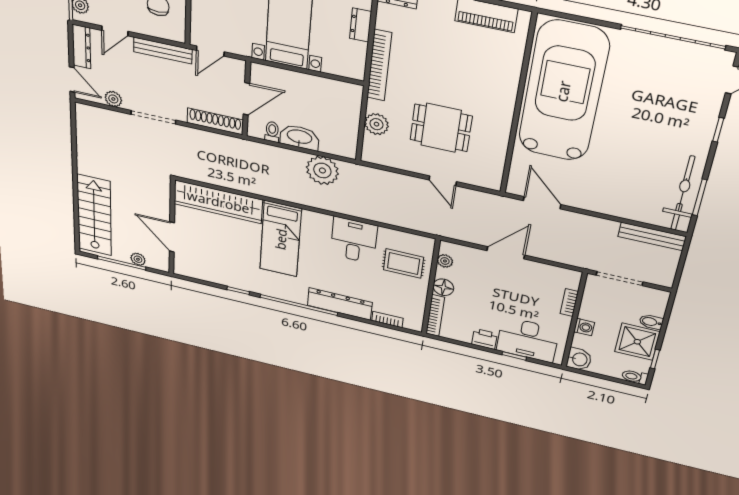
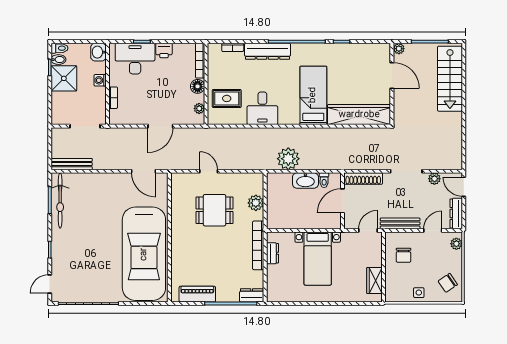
dresser: (361, 25) -> (273, 253), moved
plant: (138, 259) -> (399, 49), moved
bidet: (651, 322) -> (58, 60), moved

